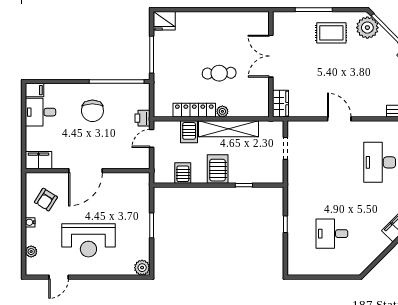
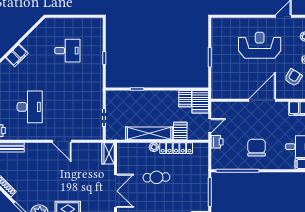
server rack: (218, 169) -> (200, 102), moved
plant: (142, 268) -> (217, 24), removed

